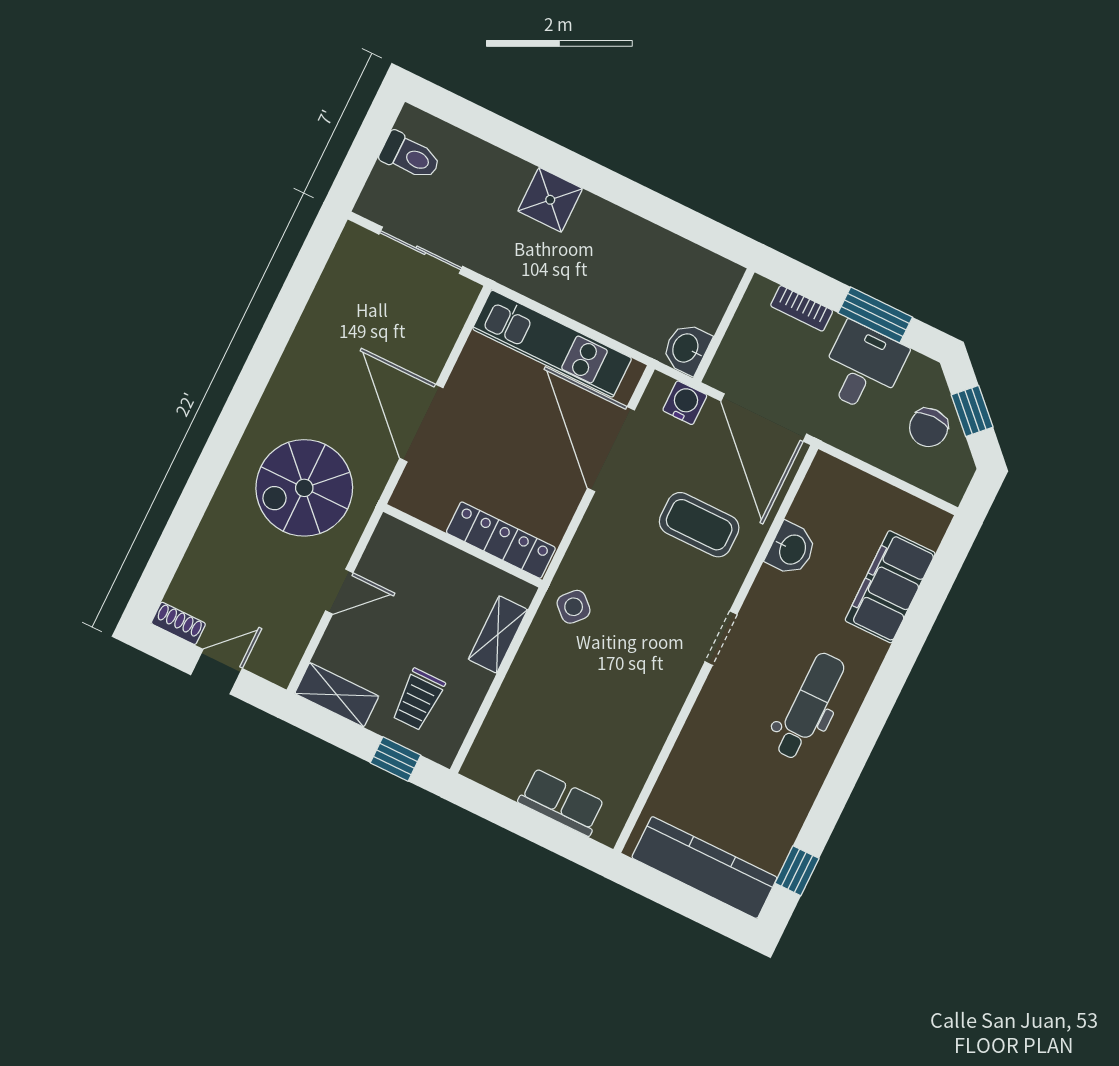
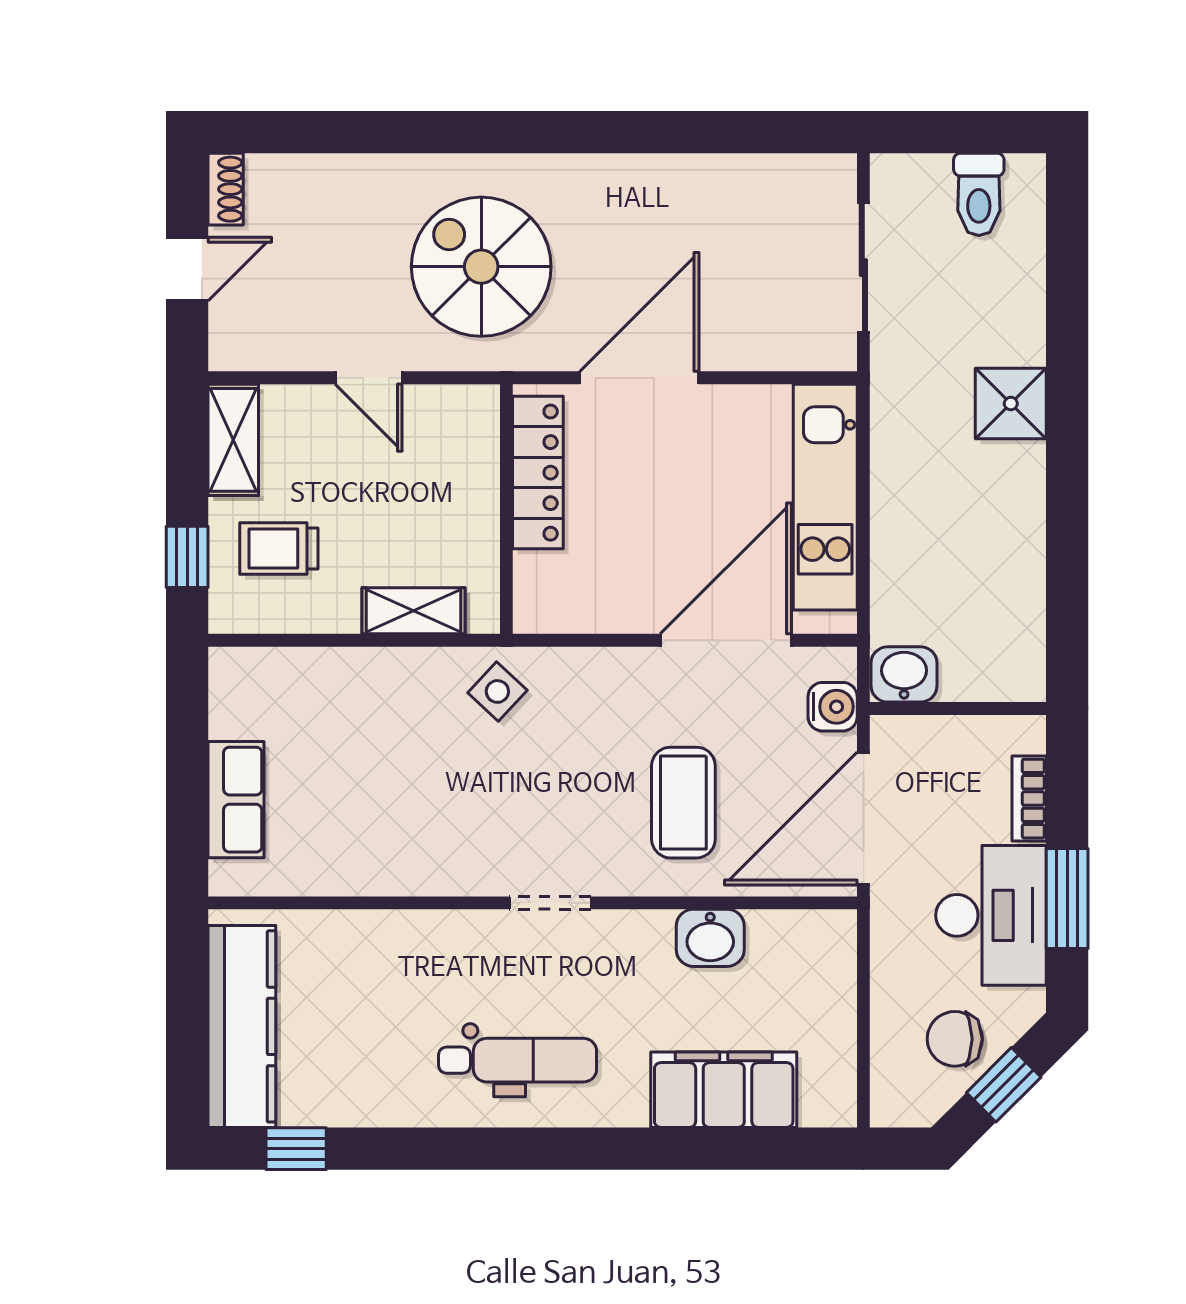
desk: (863, 367) -> (991, 915), width x1.37
locker: (501, 540) -> (538, 473), moved
door: (216, 672) -> (187, 269), hinge flipped

